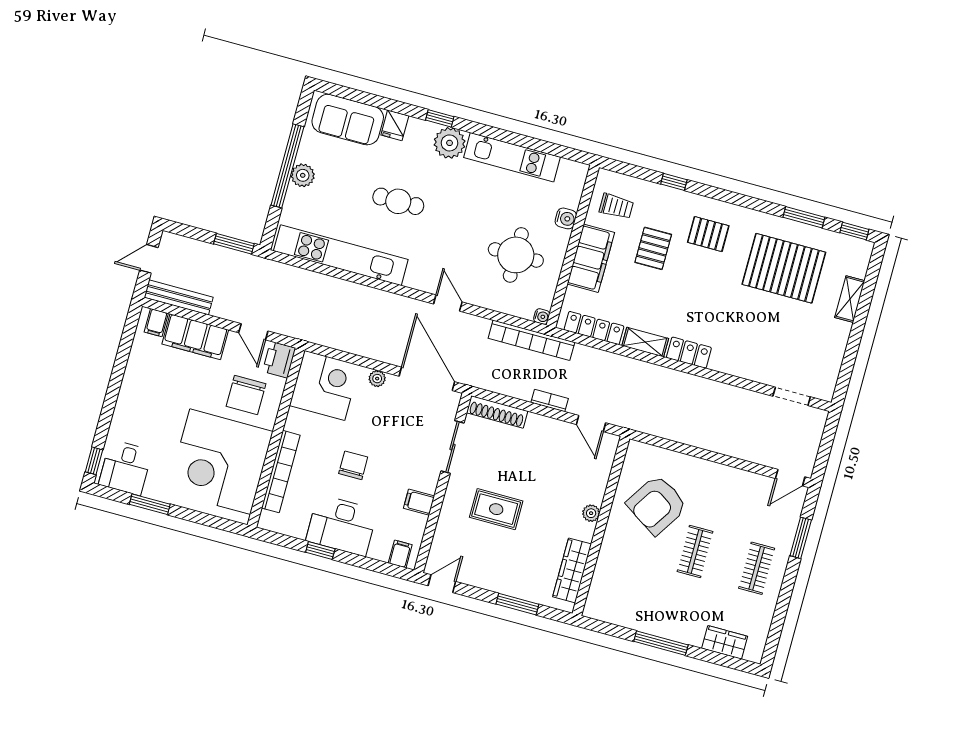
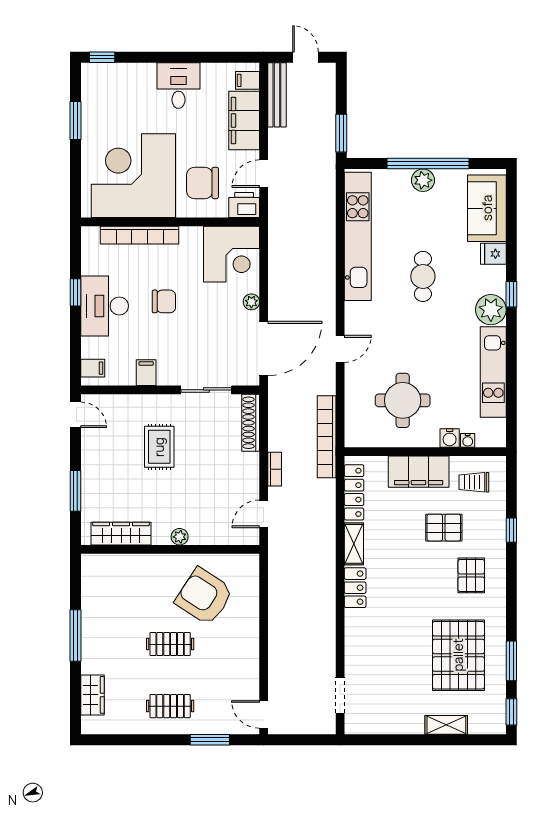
trolley: (616, 206) -> (474, 482), turned 90
water cooler: (542, 317) -> (468, 440), moved
desk: (125, 467) -> (178, 85), moved, turned 90

